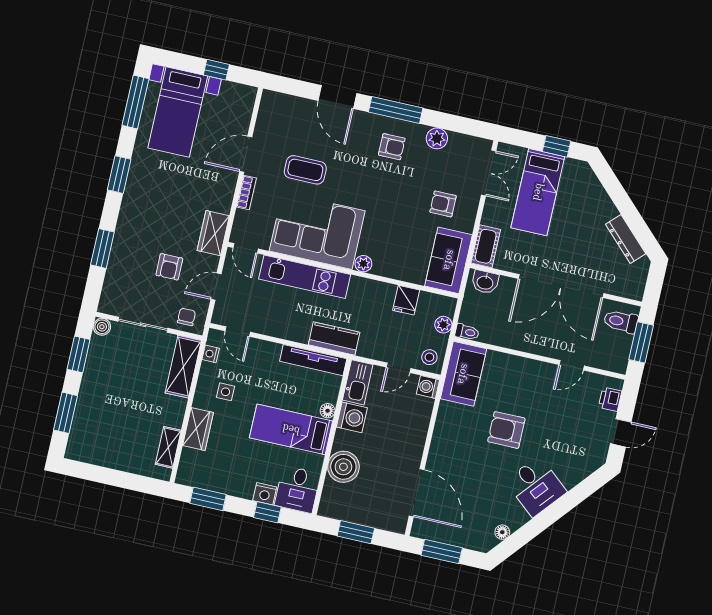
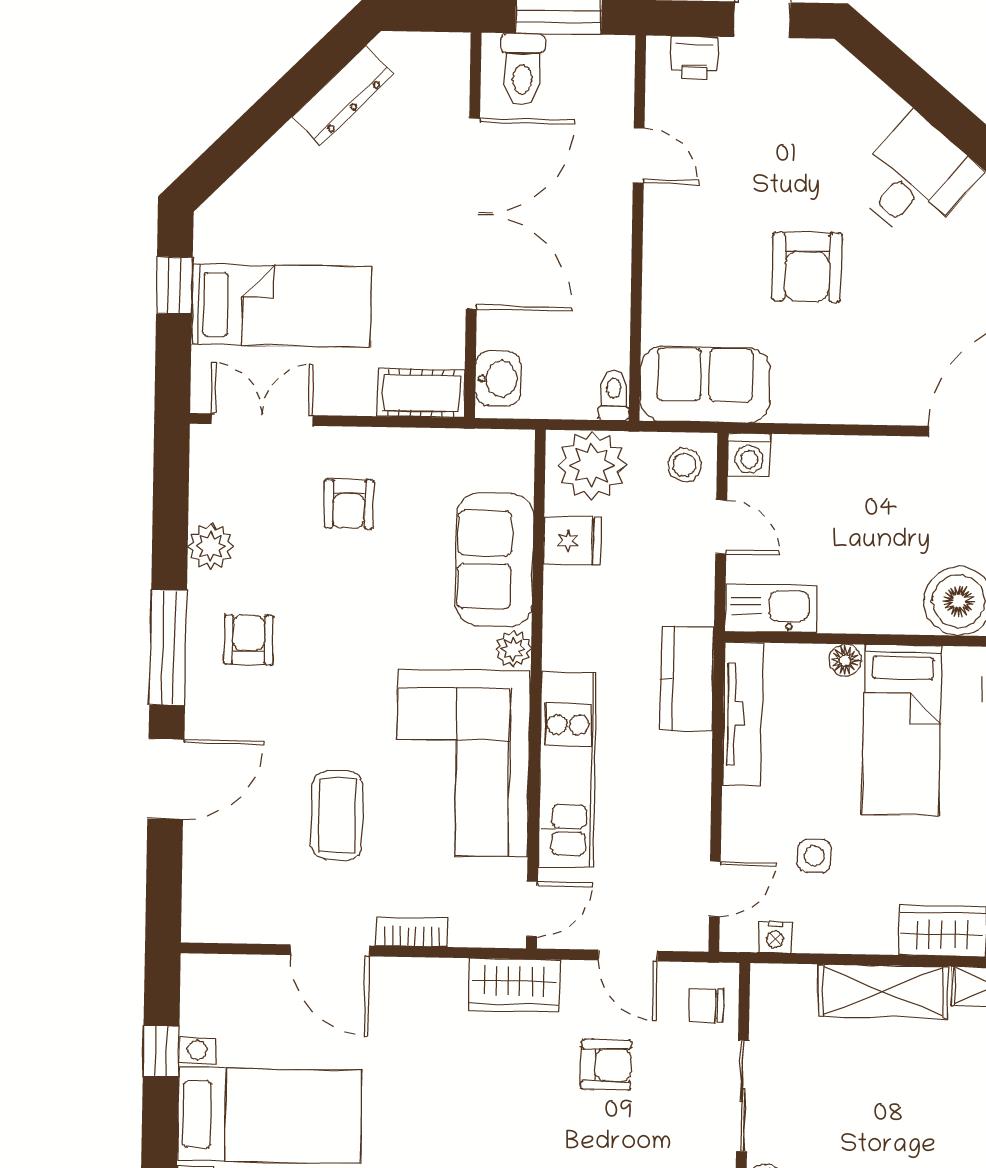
sofa: (449, 260) -> (494, 560), moved, turned 90
plant: (443, 325) -> (592, 465), width x1.88, depth x1.88
shelving: (183, 367) -> (883, 991), moved
side table: (225, 392) -> (814, 856), moved
washing machine: (352, 417) -> (849, 605), removed

